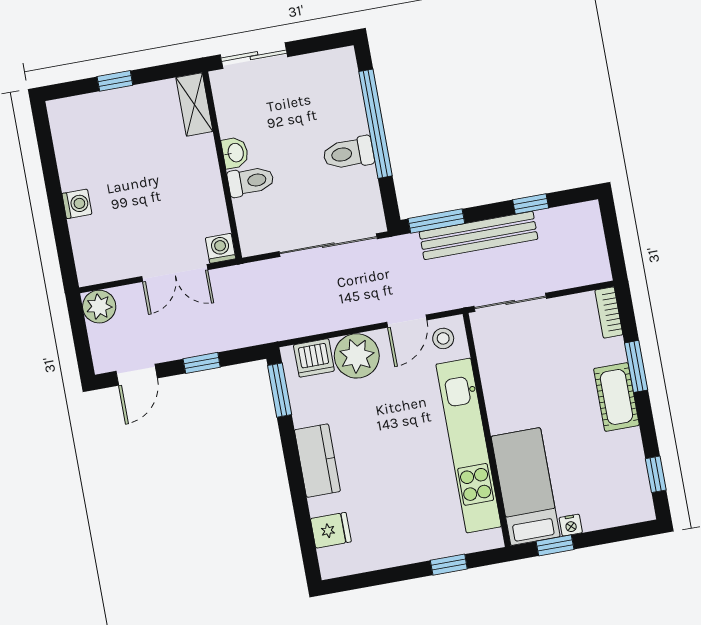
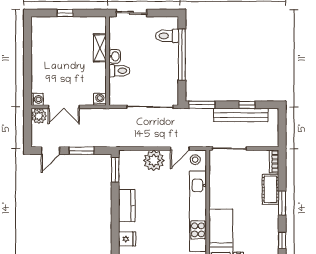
shelving: (194, 104) -> (100, 48), moved
toilet: (348, 153) -> (167, 36), moved
washing machine: (77, 204) -> (37, 99), moved
bench: (479, 235) -> (241, 115), moved
double door: (175, 273) -> (64, 107), moved
dishwasher: (314, 358) -> (134, 158), removed
window: (202, 363) -> (82, 151), width x1.50
window: (636, 366) -> (282, 203), moved
cot: (616, 397) -> (270, 189), moved

